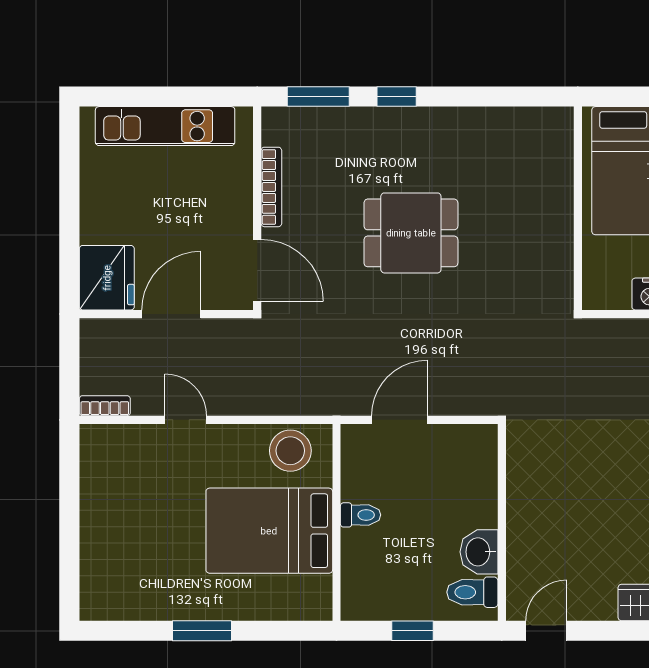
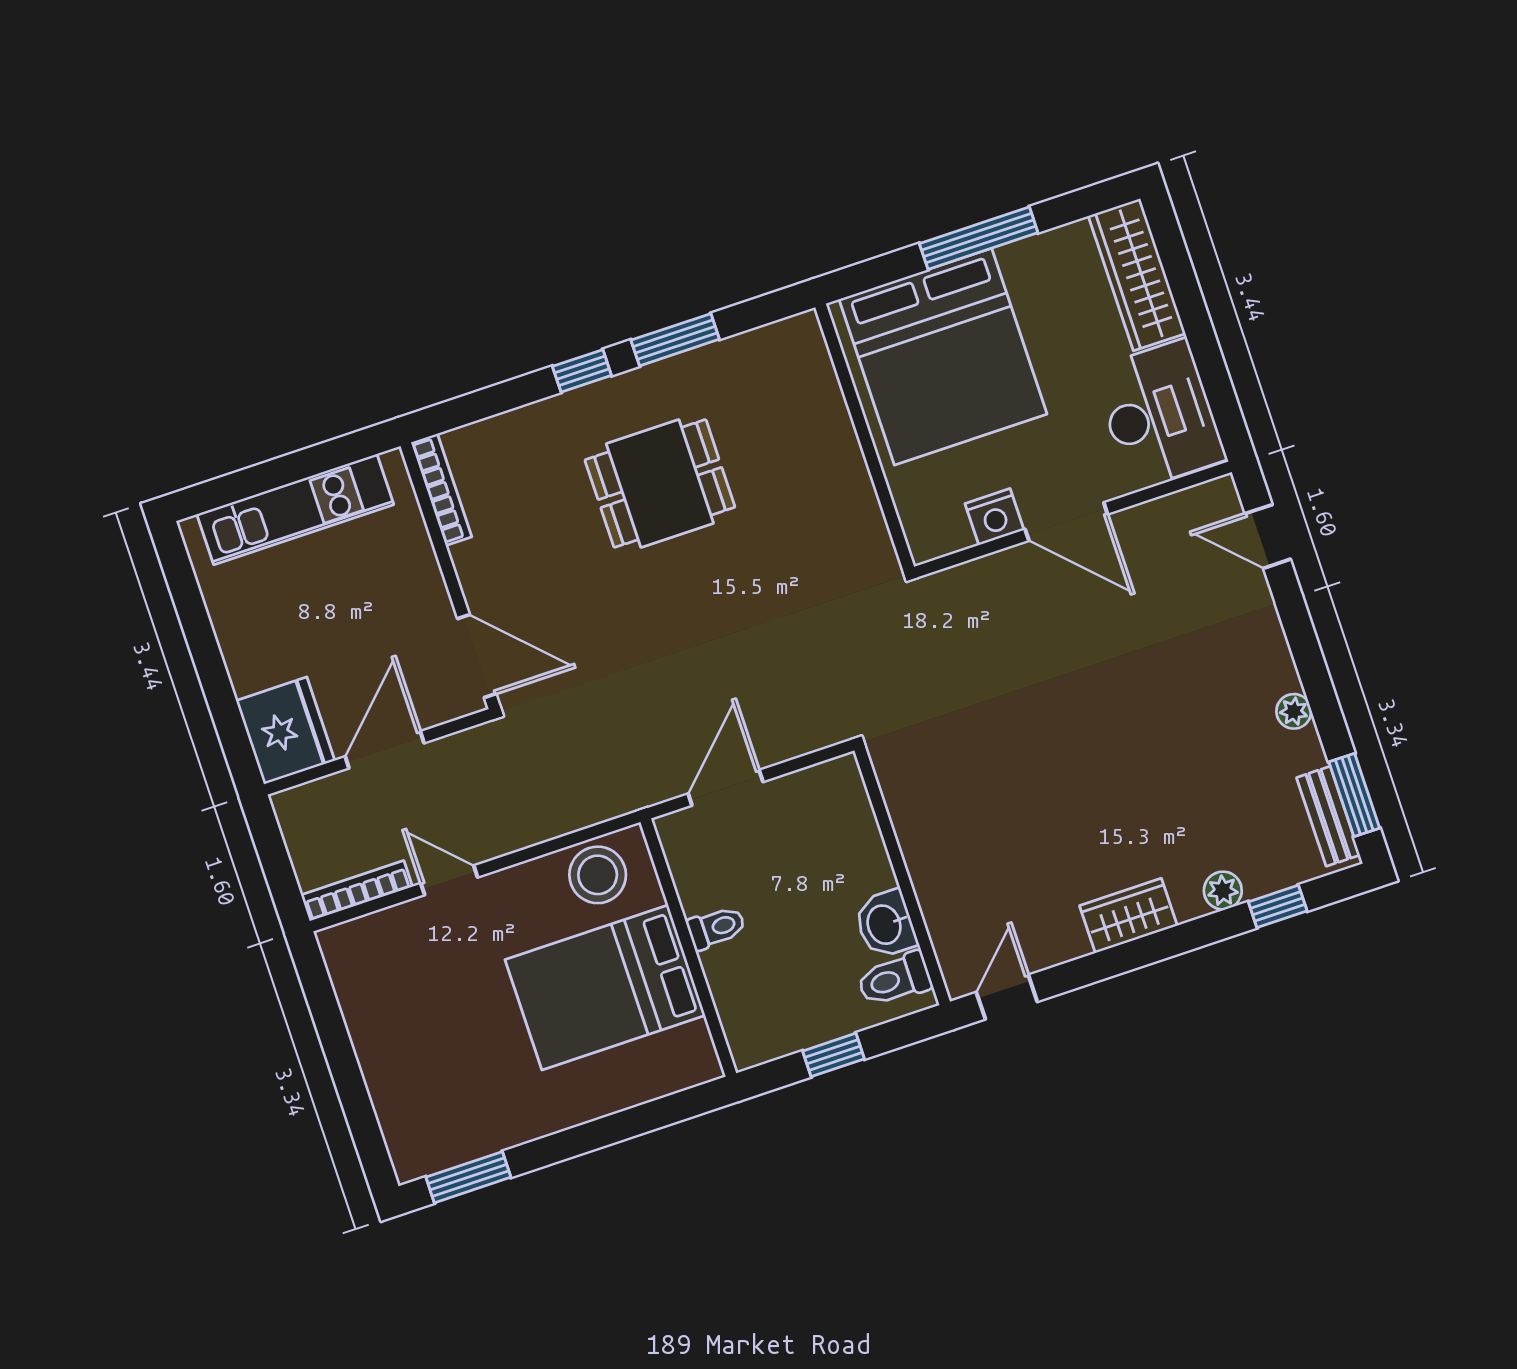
window: (318, 97) -> (675, 340), moved
bookcase: (271, 187) -> (441, 490), moved
dining table: (411, 233) -> (660, 483), moved
bookcase: (105, 406) -> (357, 891), width x1.56
window: (202, 631) -> (468, 1177), moved

